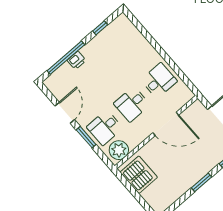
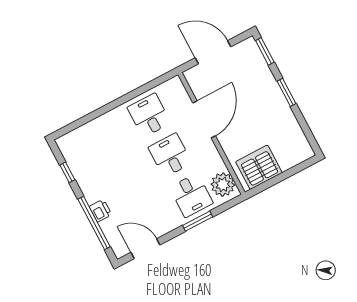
desk: (132, 104) -> (170, 155), turned 180
door: (65, 113) -> (145, 249), moved

